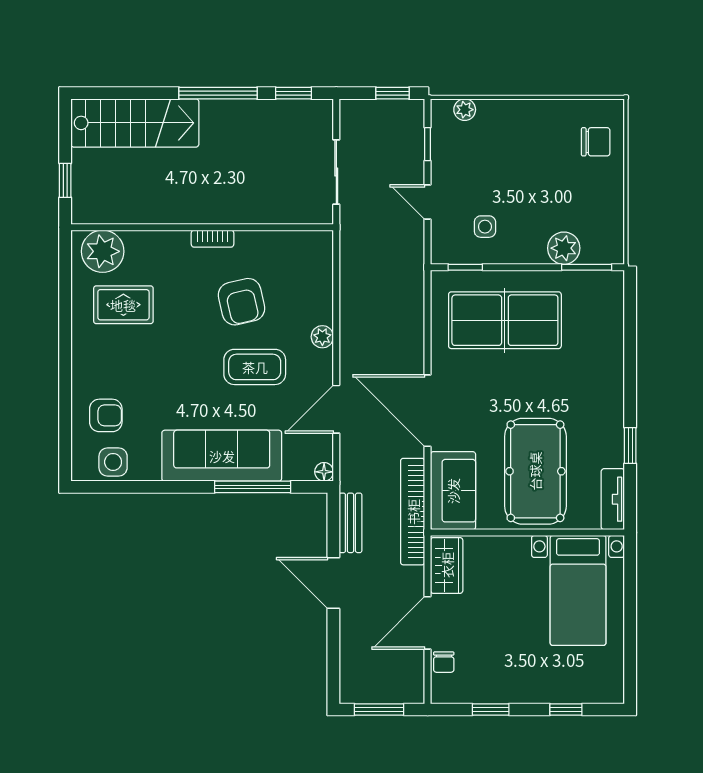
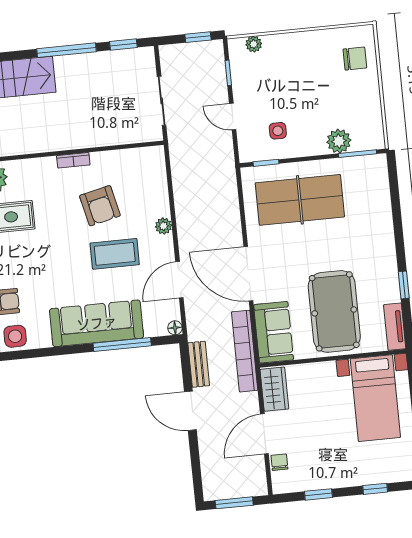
chair: (444, 662) -> (279, 462), turned 180

